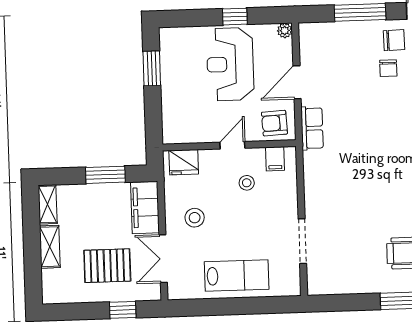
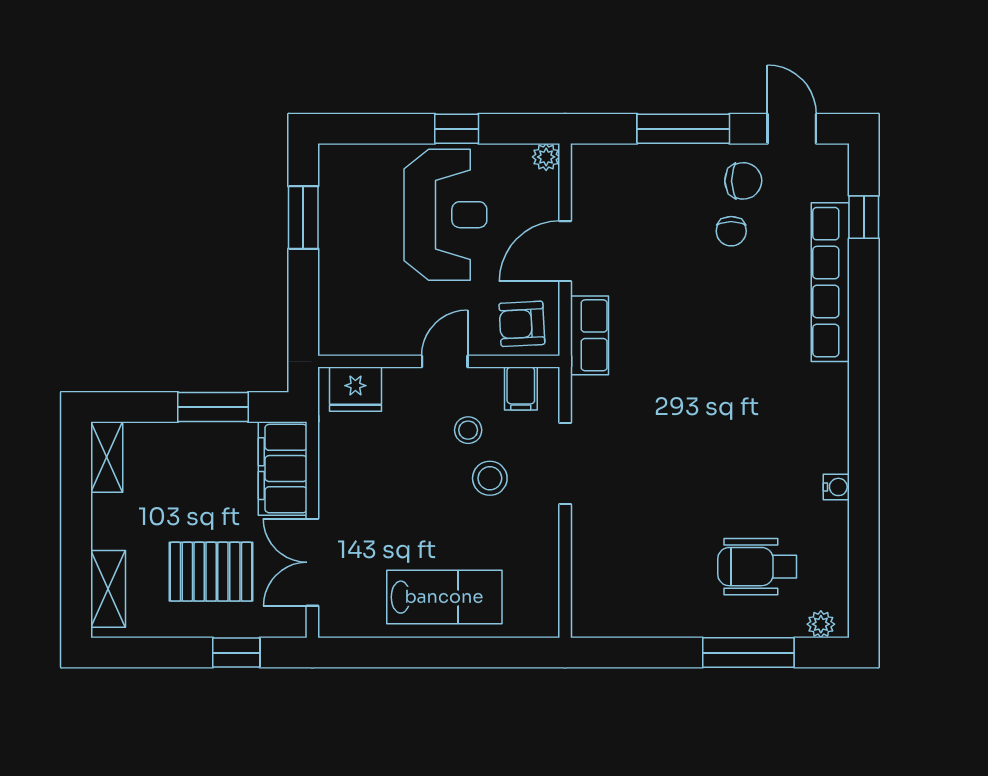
reception desk: (230, 64) -> (445, 215), turned 180
stool: (195, 218) -> (490, 478), moved
doorway: (302, 241) -> (565, 463), moved
shelving: (50, 247) -> (108, 589), moved

